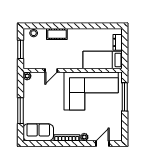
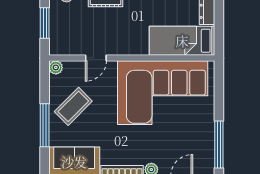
window: (125, 97) -> (219, 145), moved
coffee table: (38, 99) -> (73, 106), added

